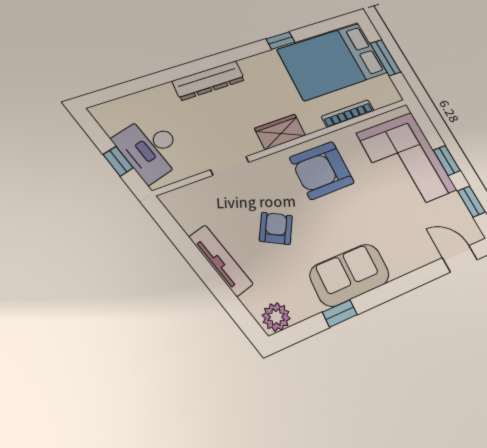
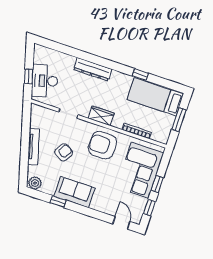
bed: (332, 61) -> (155, 97), width x0.67

